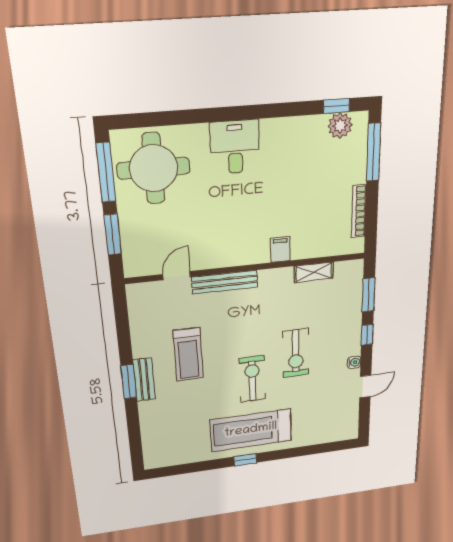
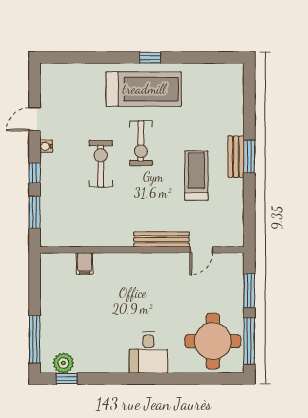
bookcase: (359, 211) -> (46, 290), removed
filing cabinet: (280, 249) -> (85, 263), moved
shelving: (314, 272) -> (84, 240), removed

